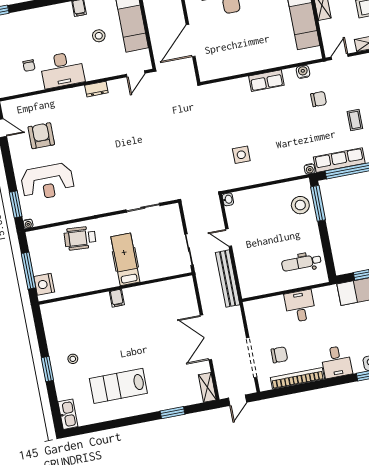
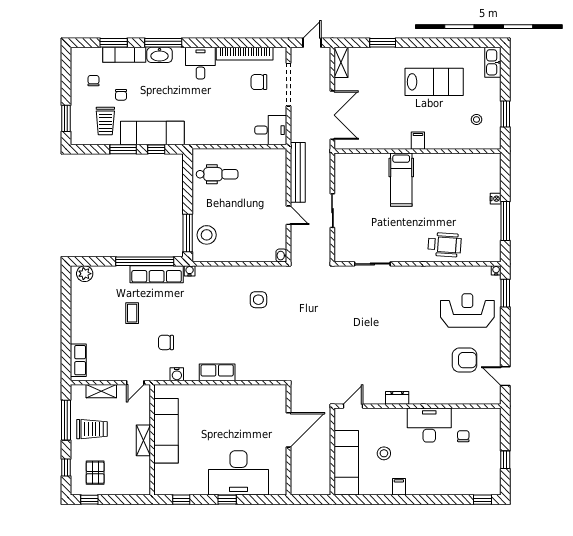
armchair: (41, 136) -> (464, 360), turned -90
hospital bed: (125, 259) -> (401, 180), moved
nightstand: (44, 284) -> (496, 199), width x0.53, depth x0.56
wall: (115, 288) -> (418, 151), moved
filing cabinet: (117, 298) -> (418, 141), moved
desk: (300, 306) -> (271, 130), moved, turned -90

